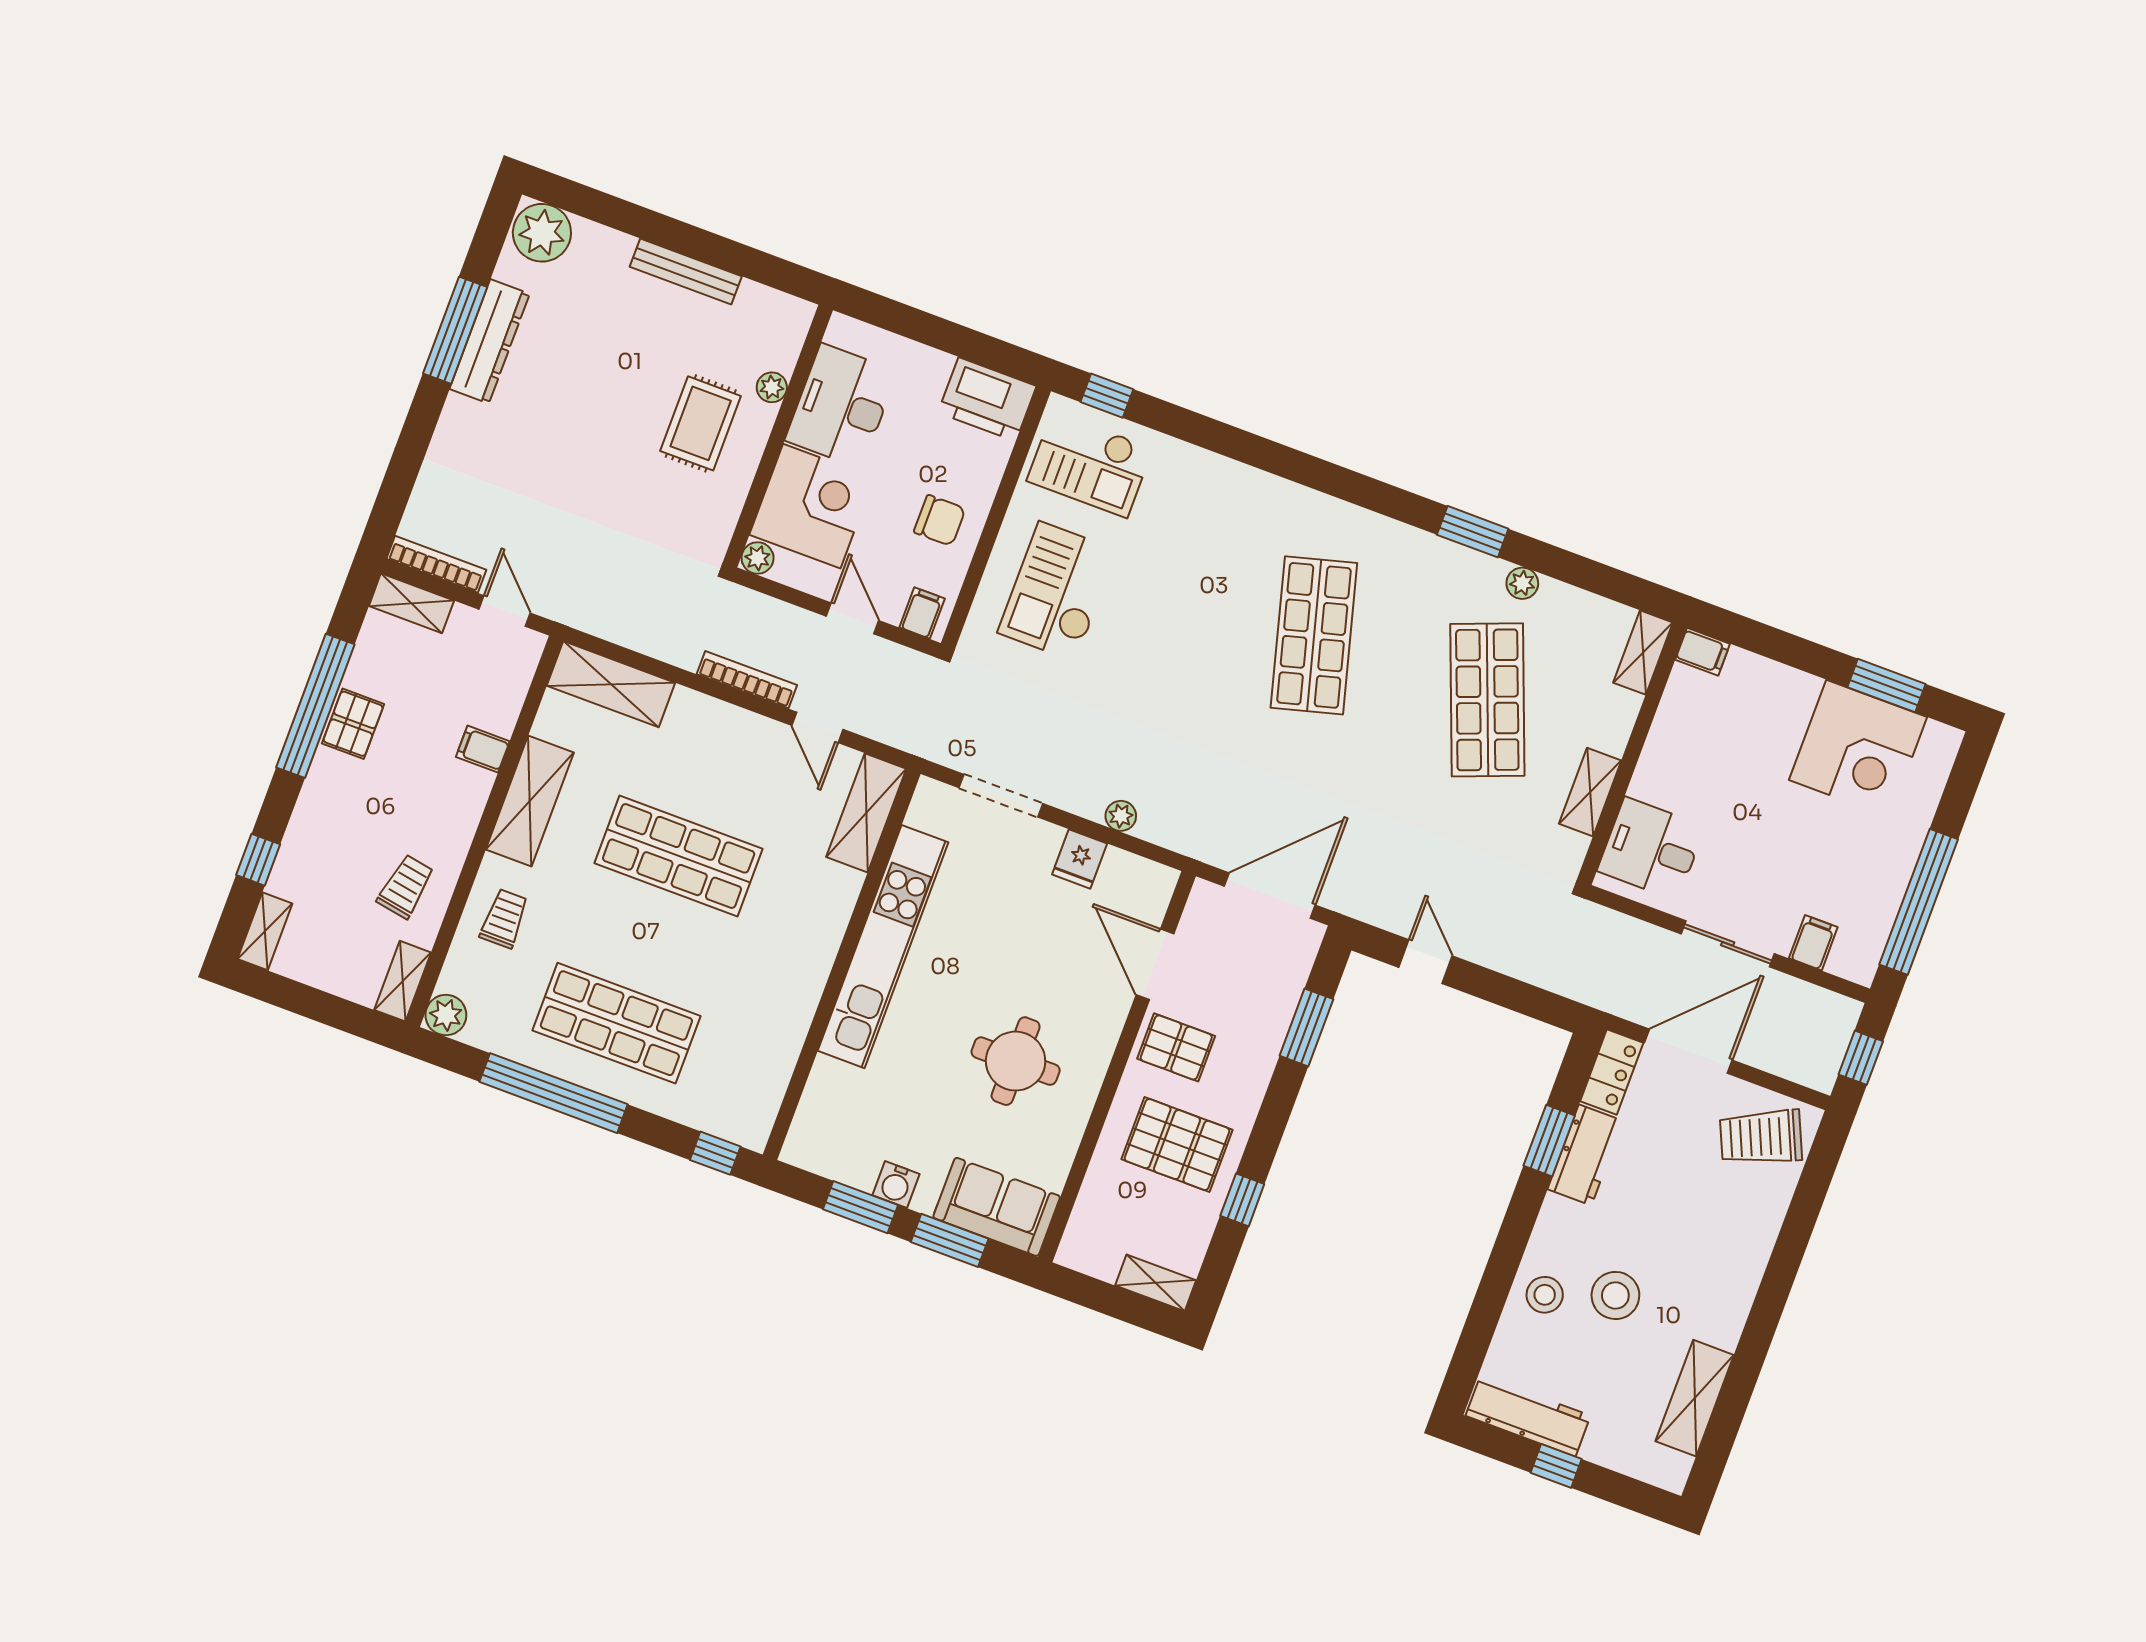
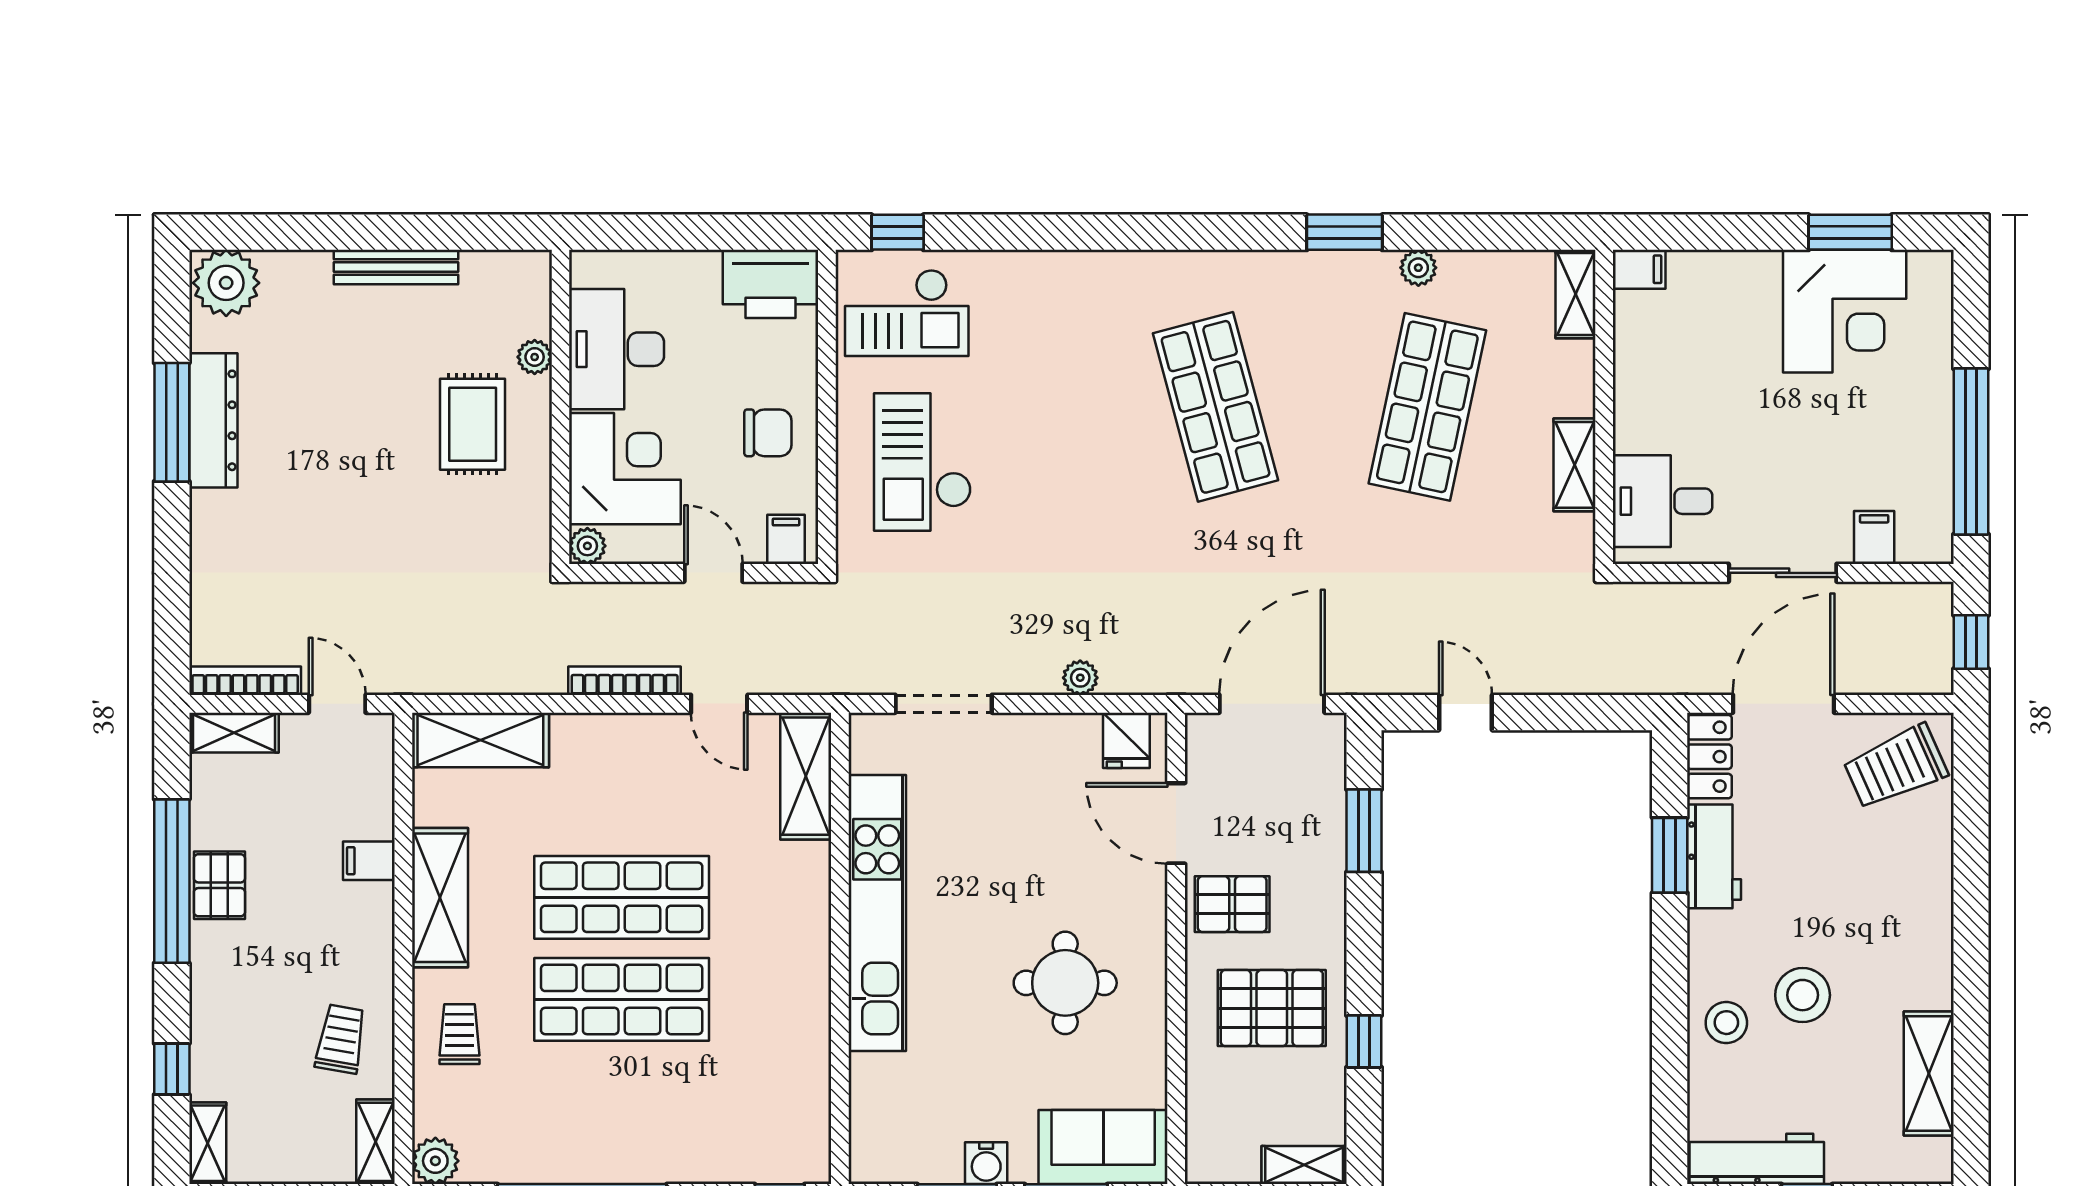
shop shelf: (1487, 700) -> (1427, 407), turned 33
fridge: (1080, 859) -> (1126, 740), moved
shop shelf: (616, 1023) -> (622, 999), moved

